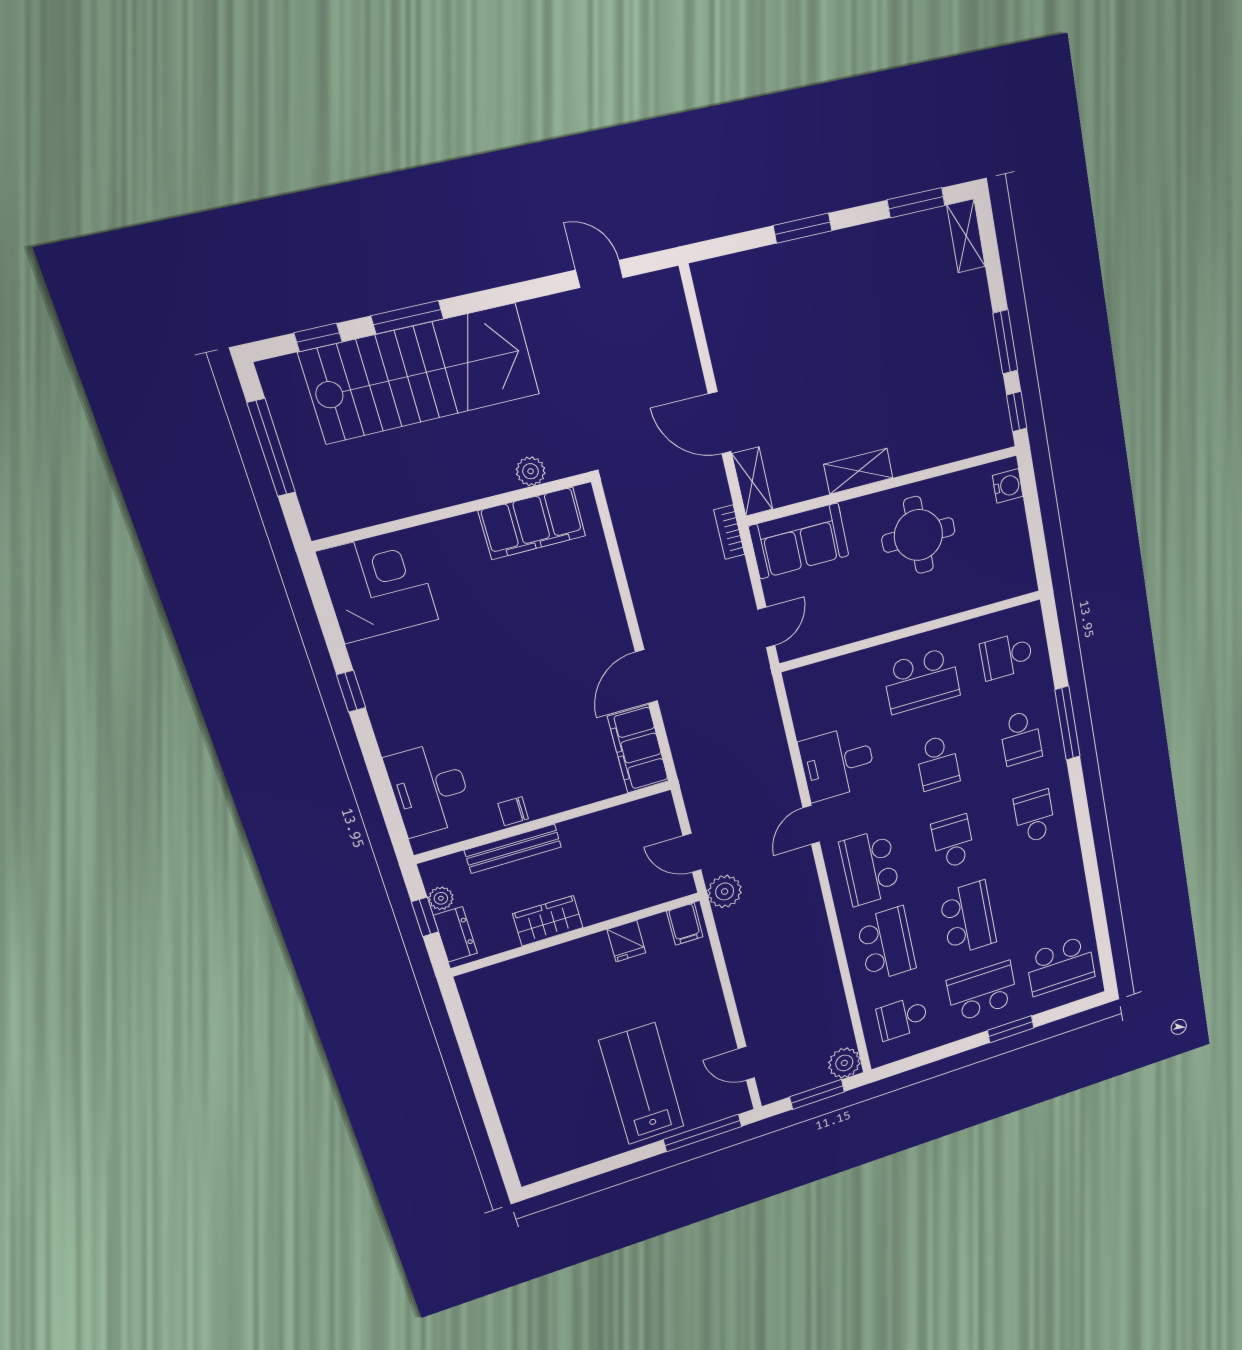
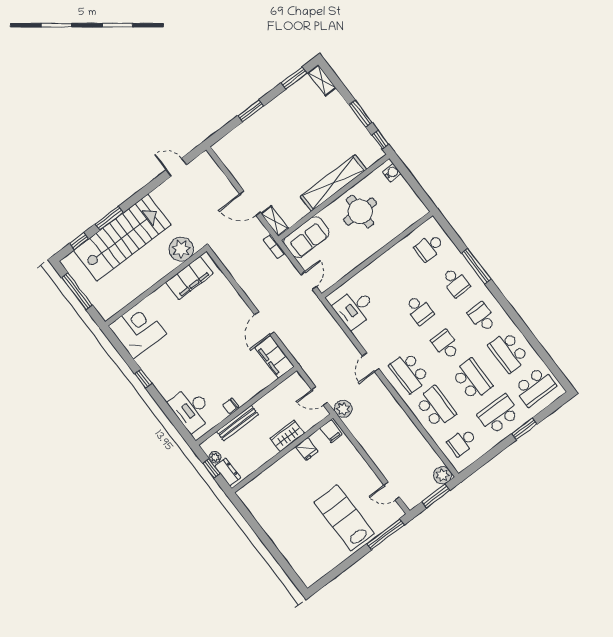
plant: (531, 471) -> (181, 249), width x1.88, depth x1.88
shelving: (858, 471) -> (333, 183), width x2.20, depth x1.33
school desk: (922, 680) -> (509, 352), moved, turned 90
desk: (838, 763) -> (355, 308), moved
wardrobe: (548, 921) -> (287, 436), moved

